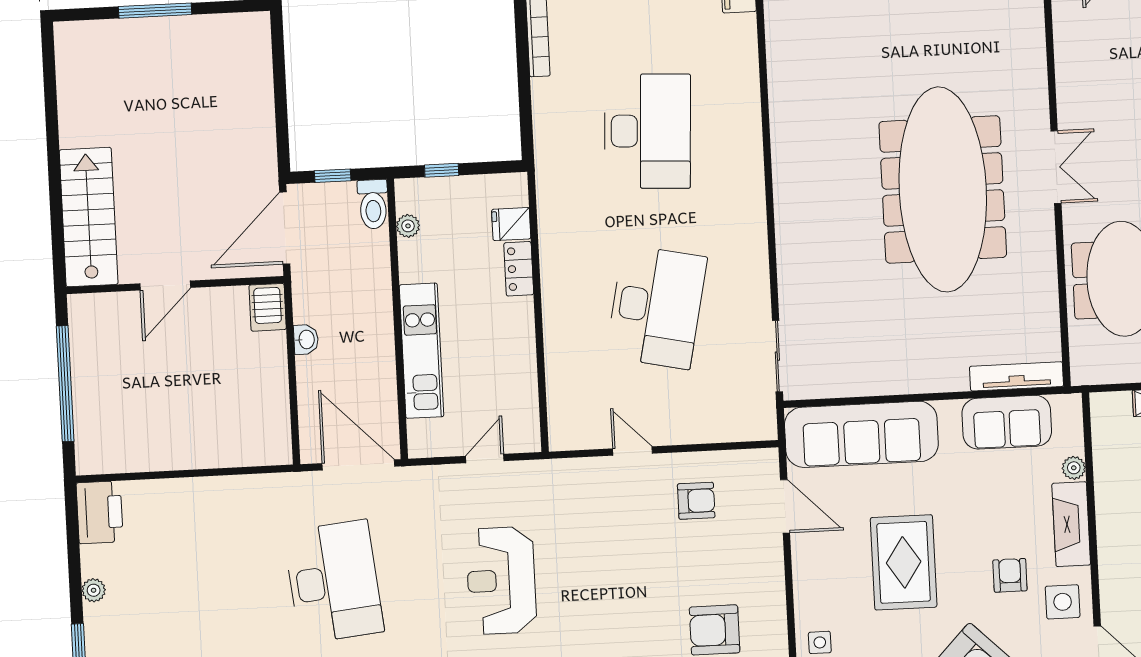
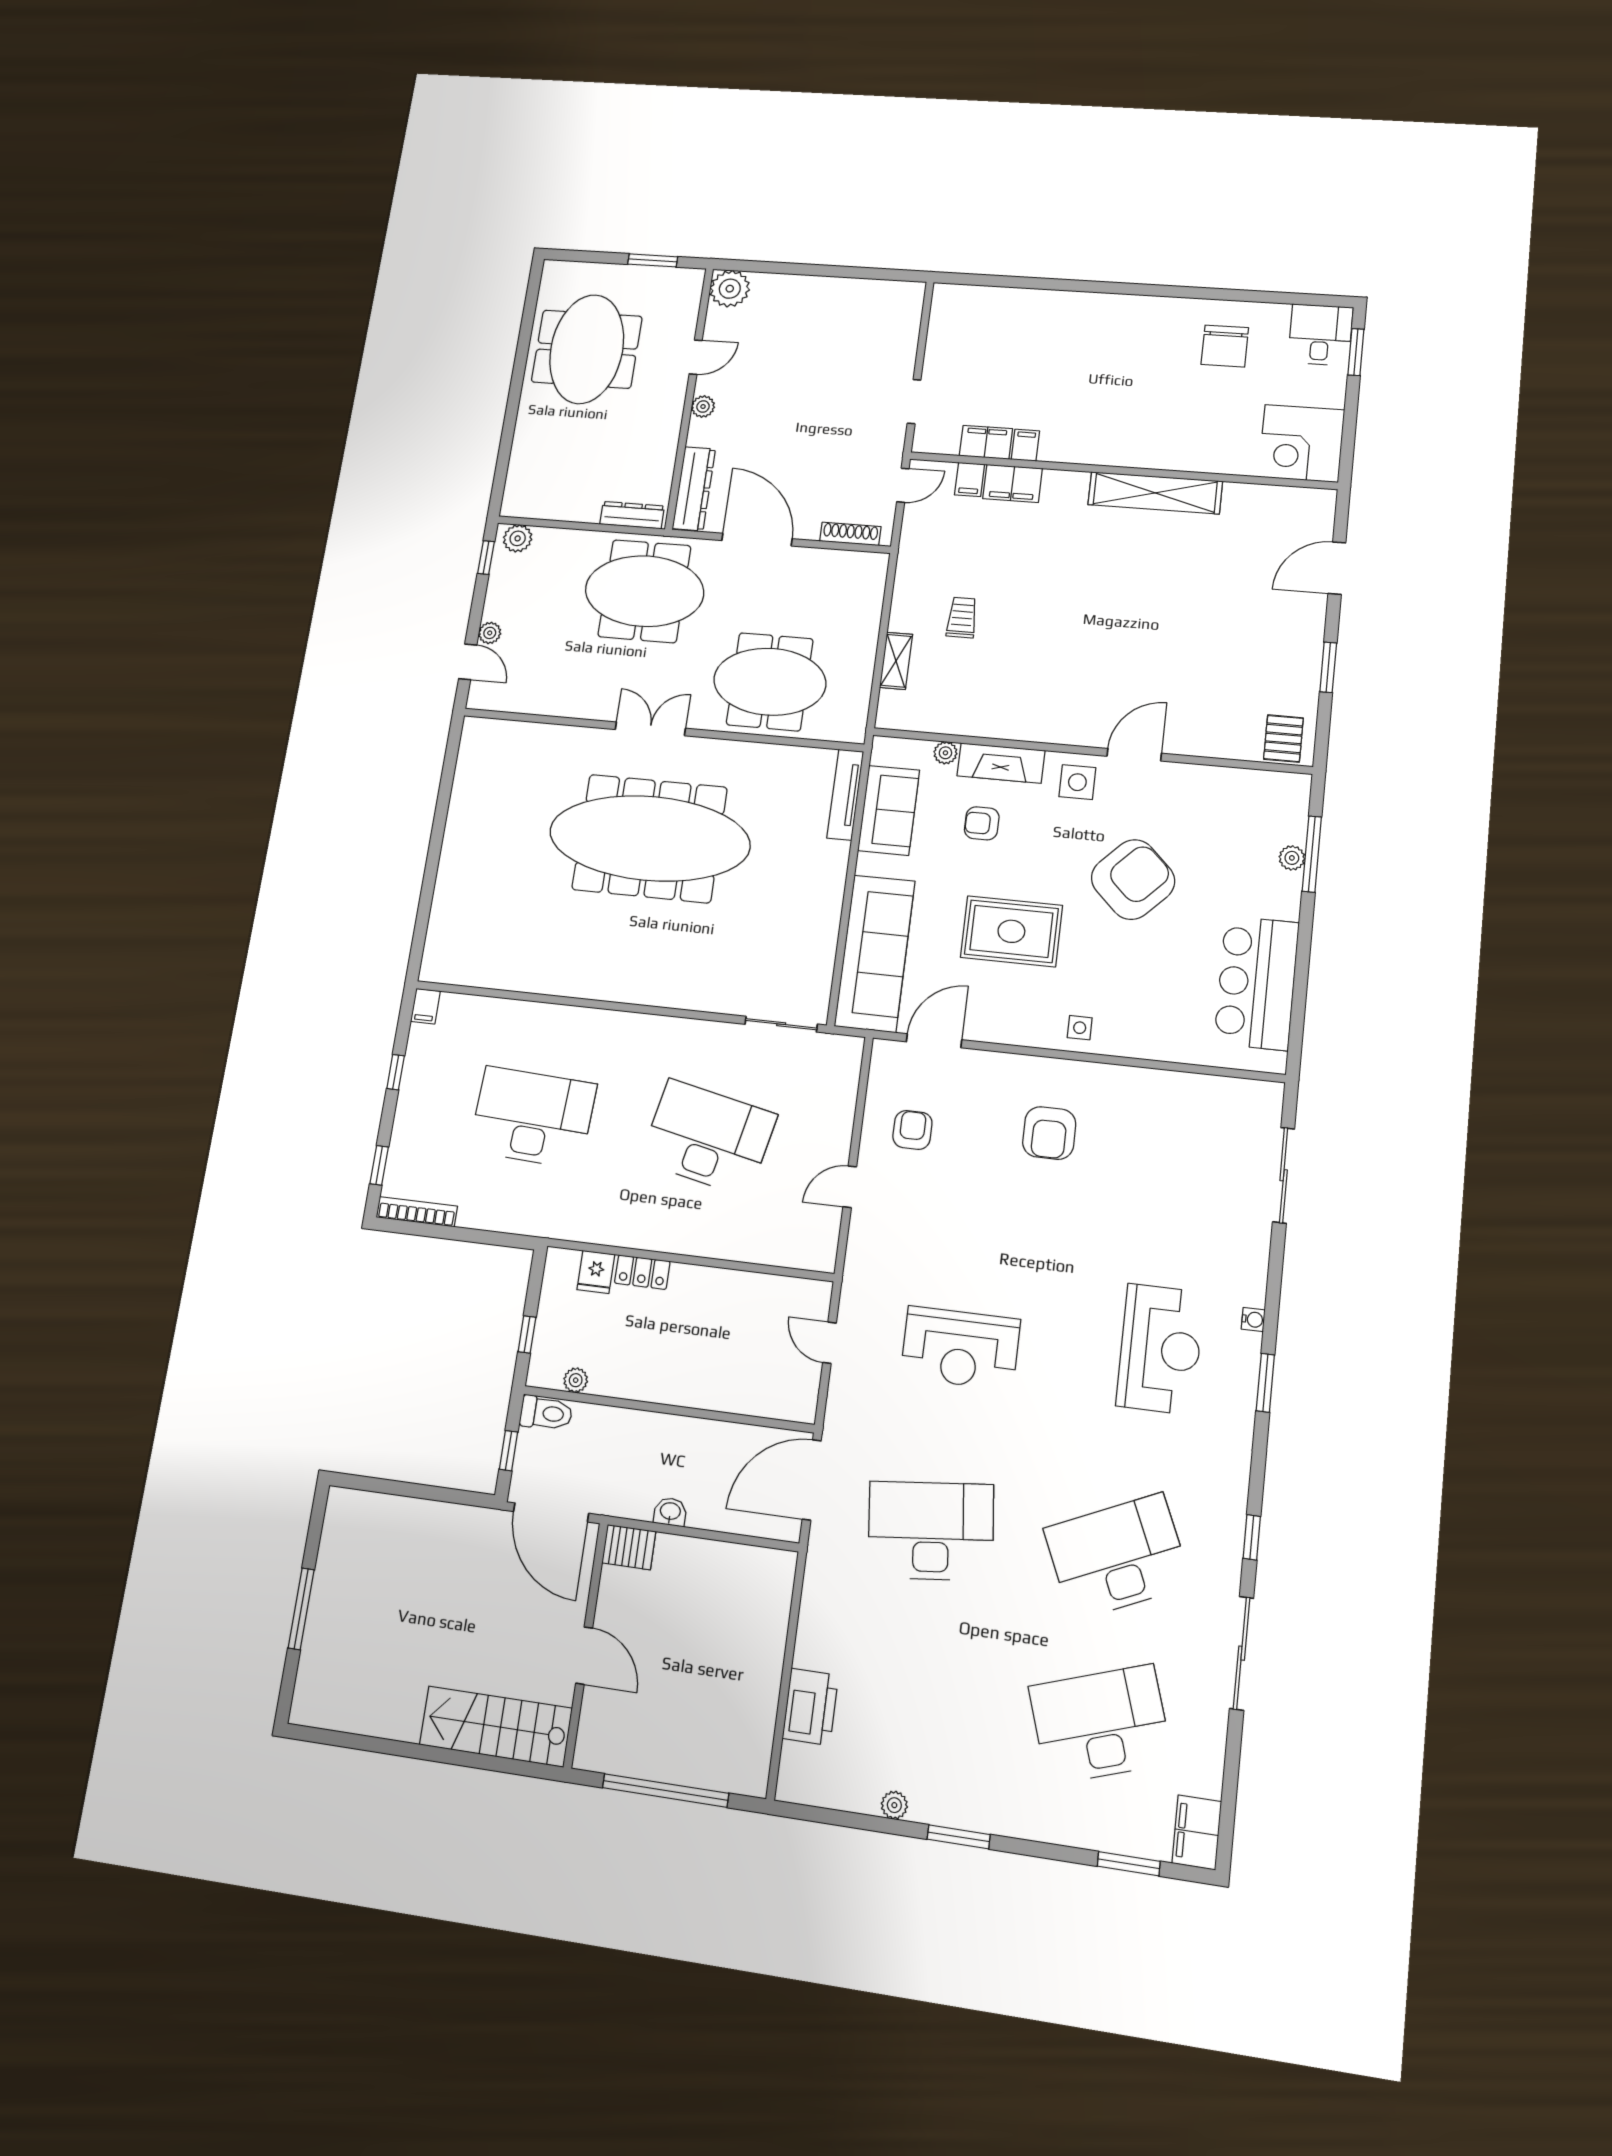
kitchen unit: (421, 351) -> (706, 1390), removed
printer: (100, 512) -> (810, 1707), moved, turned 90
armchair: (1010, 575) -> (982, 823), moved

